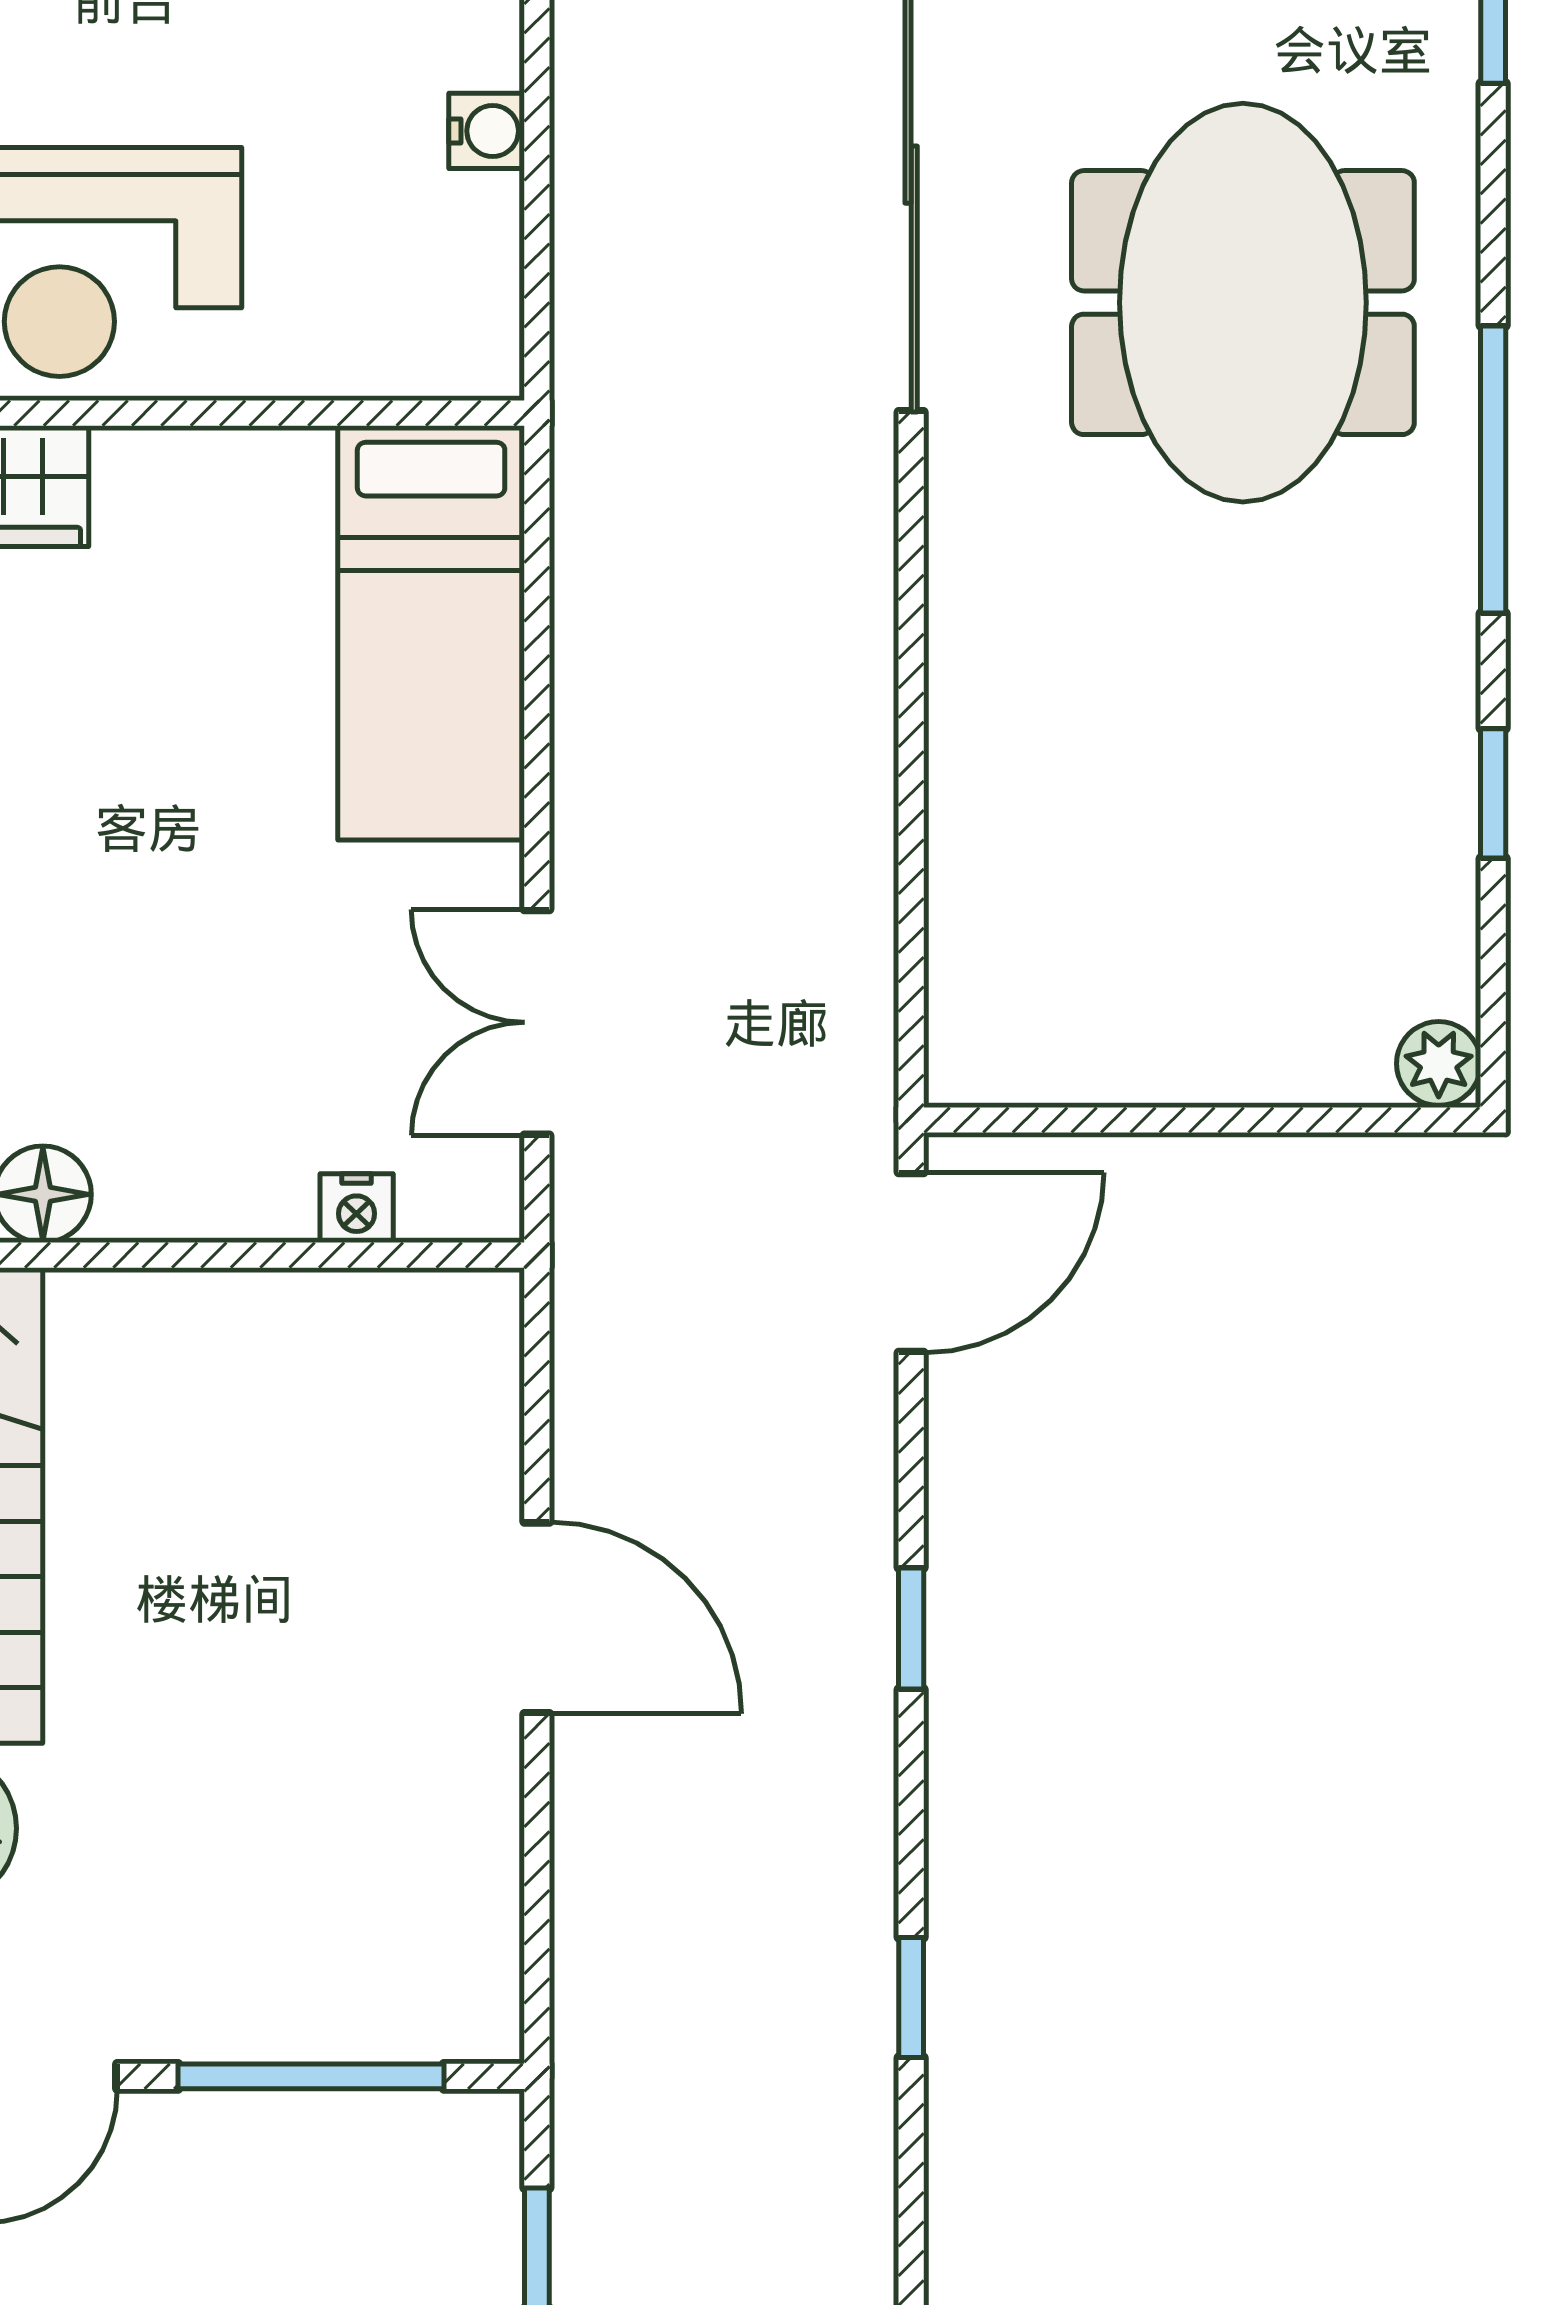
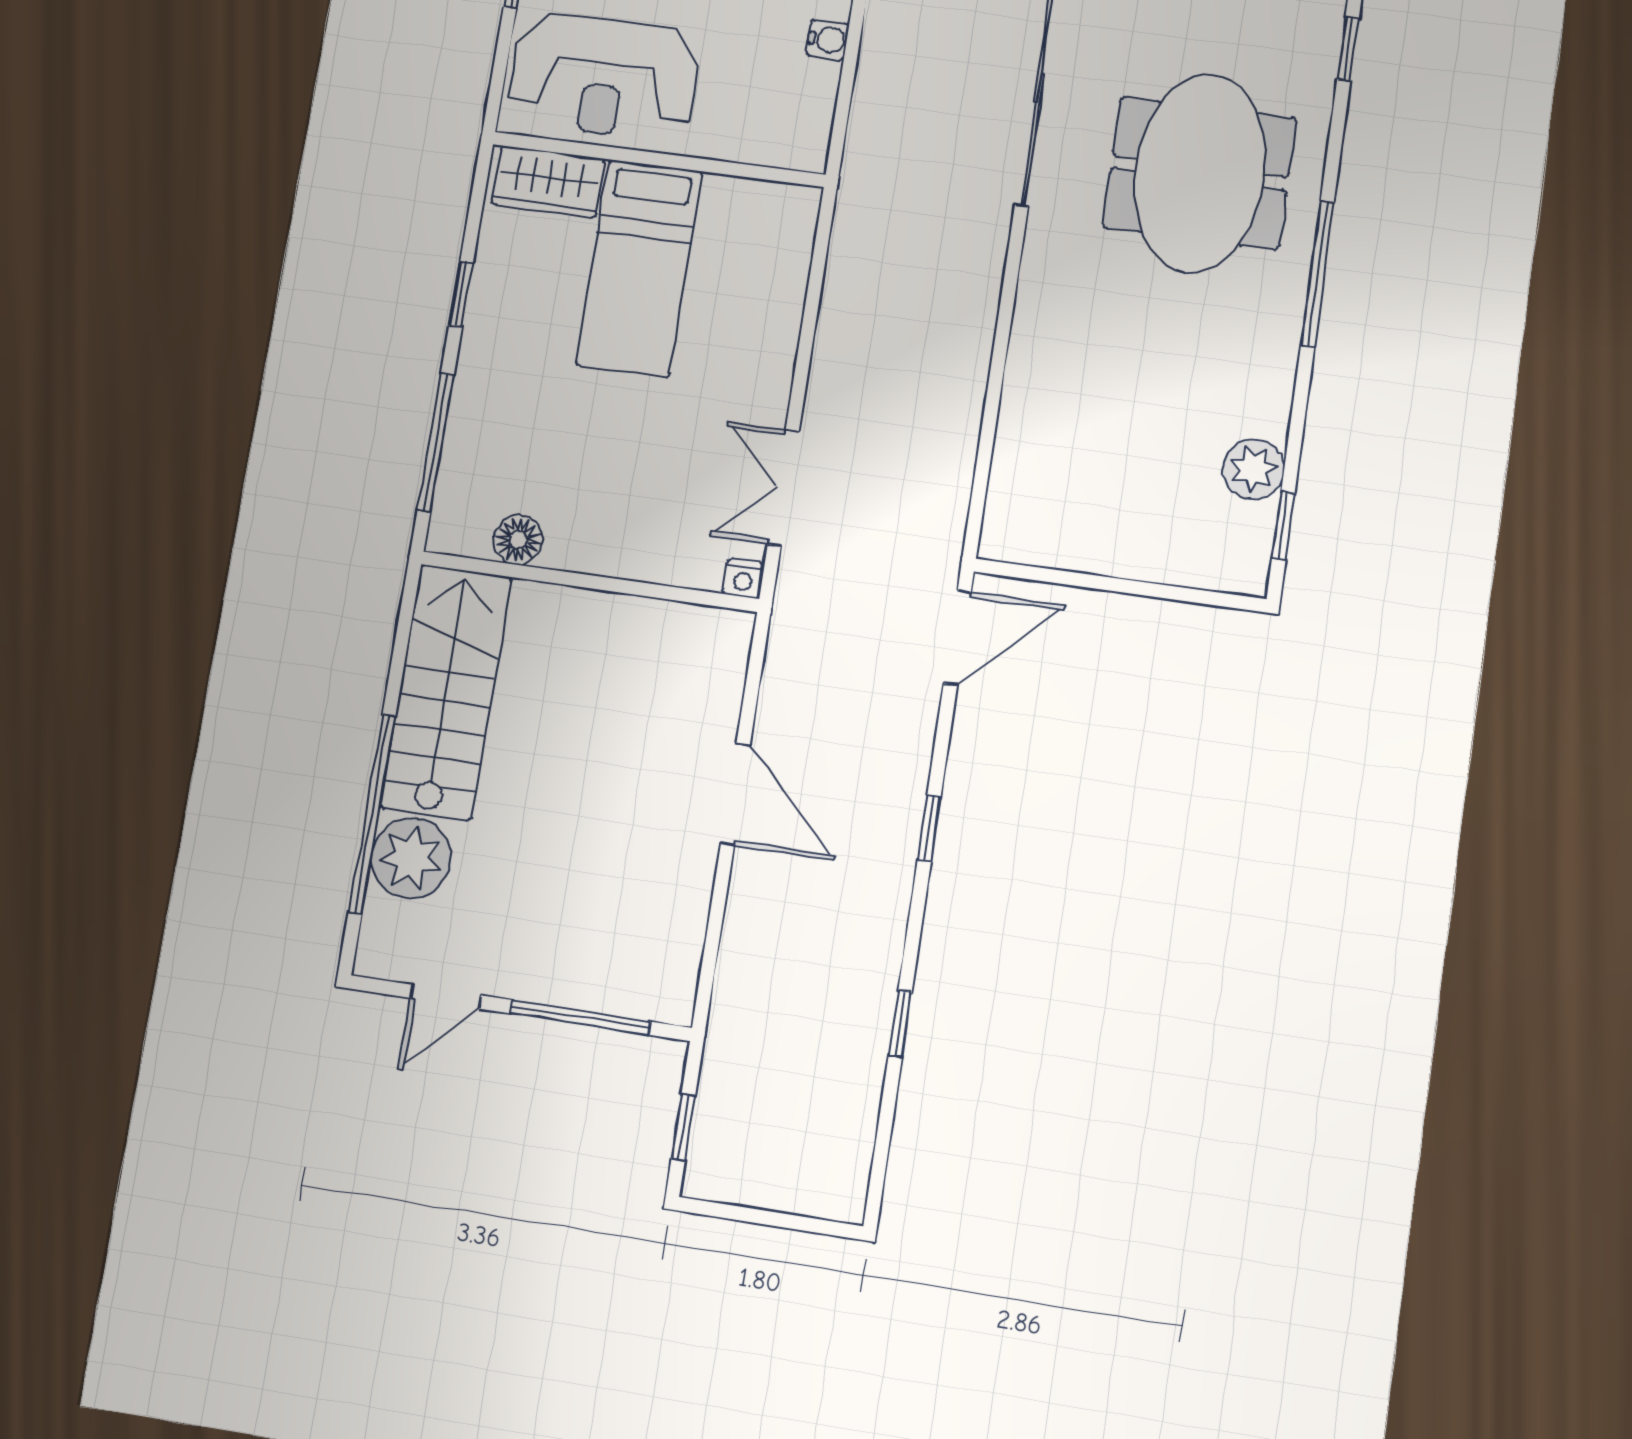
bed: (431, 633) -> (639, 268), moved
window: (1493, 793) -> (1283, 526), moved
plant: (1439, 1064) -> (1253, 469), moved, width x1.38, depth x1.38
nightstand: (357, 1208) -> (743, 579), moved

